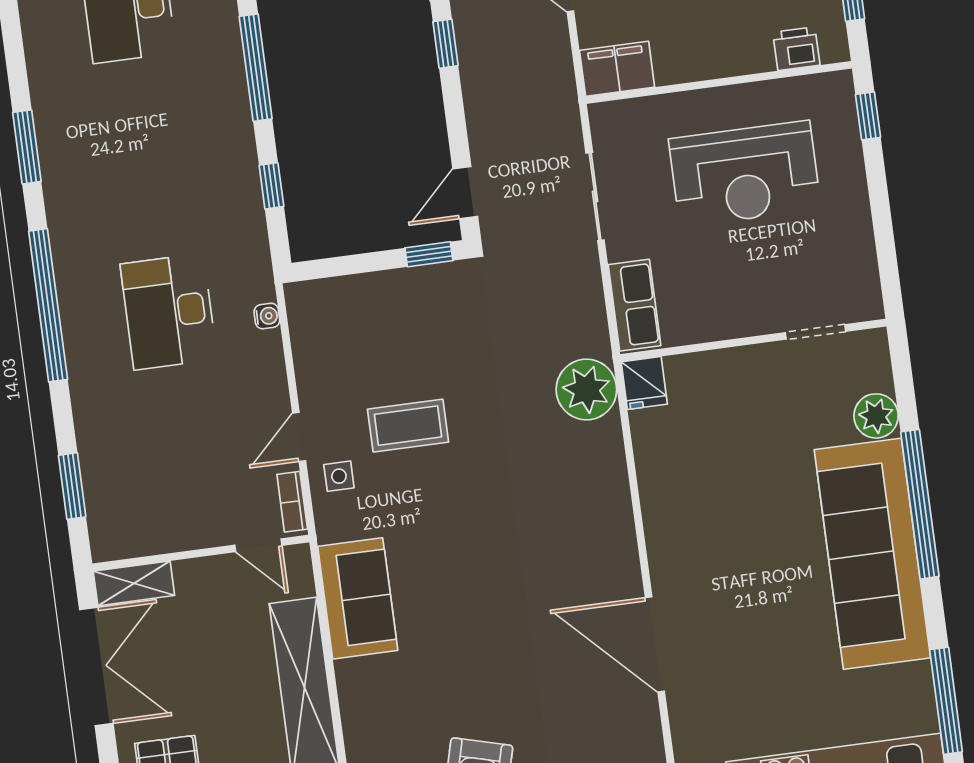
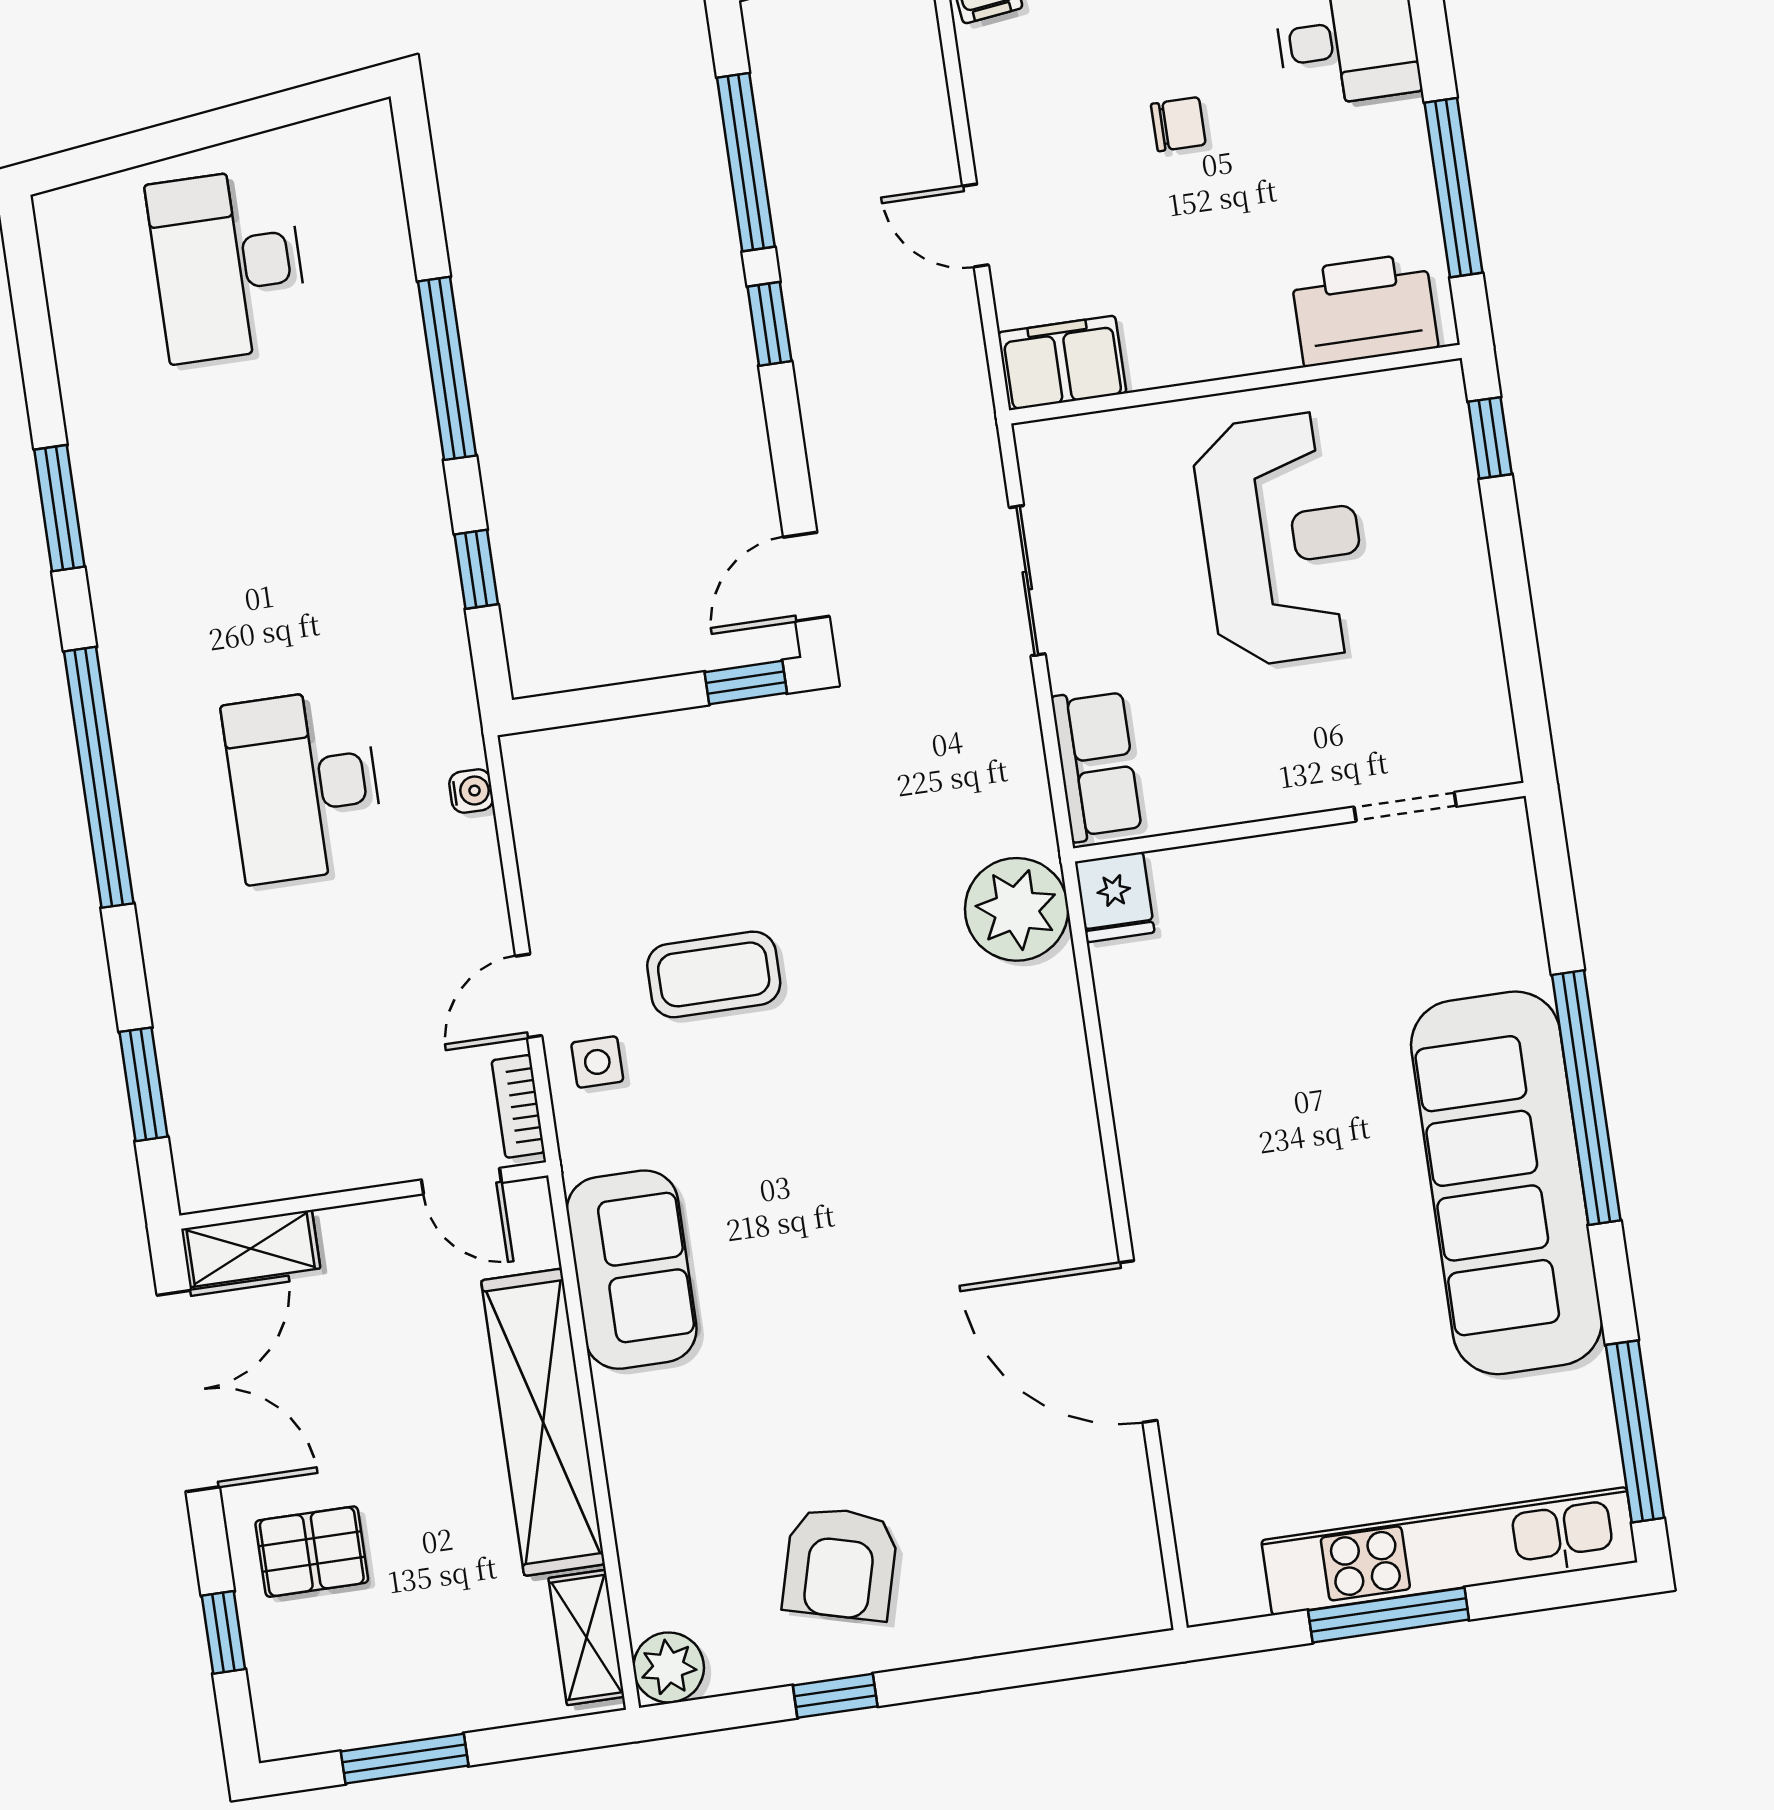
printer: (796, 49) -> (1364, 309), width x1.87, depth x1.48
reception desk: (745, 174) -> (1282, 539), turned -90
plant: (876, 416) -> (1510, 948), removed

